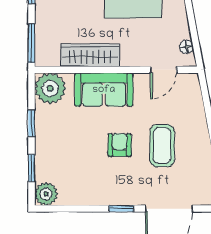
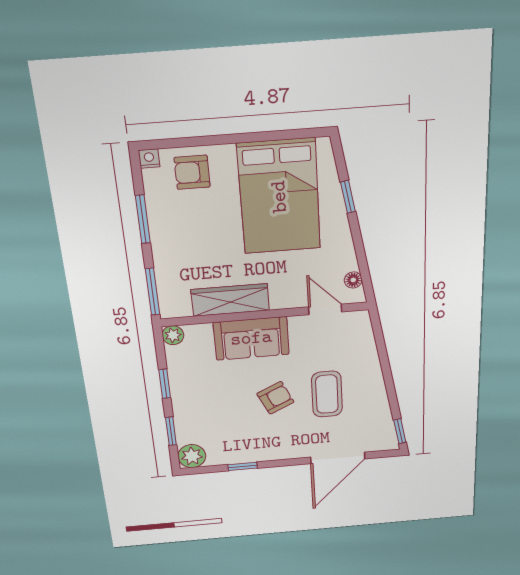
door: (164, 70) -> (325, 309), swing flipped
plant: (50, 88) -> (173, 335), width x0.53, depth x0.53
armchair: (120, 145) -> (275, 398), turned 65
window: (121, 209) -> (243, 466), moved

